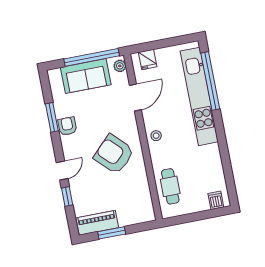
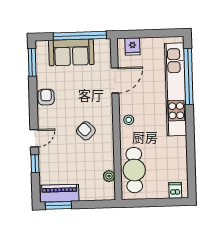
plant: (120, 66) -> (109, 176), moved
window: (52, 117) -> (32, 62), moved
armchair: (114, 154) -> (86, 131), width x0.53, depth x0.53
cafe table: (170, 186) -> (134, 170), width x1.37, depth x1.35
window: (112, 233) -> (58, 205), moved

